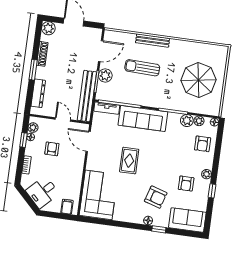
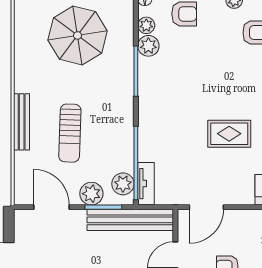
plant: (108, 95) -> (123, 184), added
sofa: (143, 118) -> (155, 120), removed

